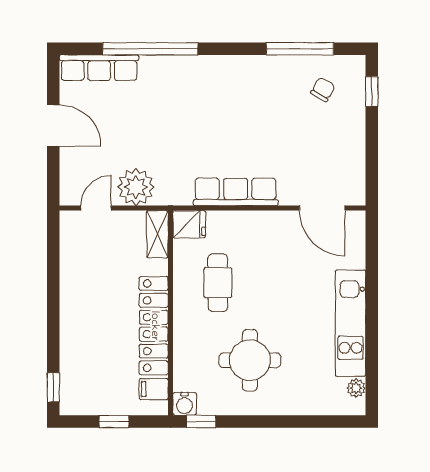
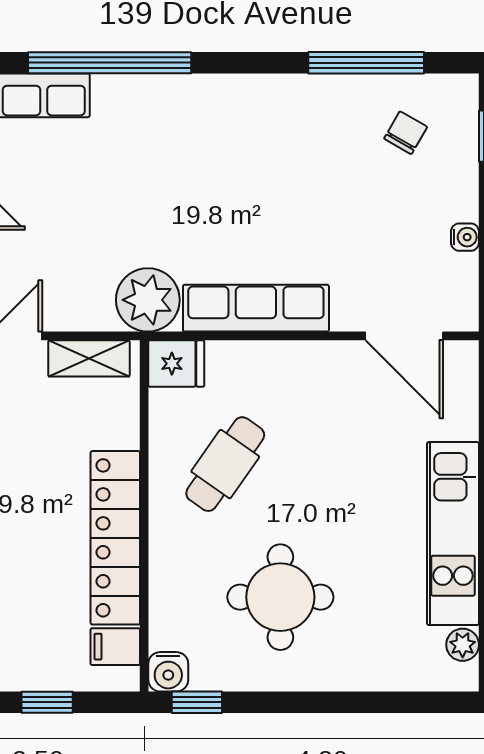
water cooler: (357, 150) -> (465, 237), added
plant: (136, 187) -> (148, 300), moved
shelving: (157, 234) -> (89, 358), moved, turned 90
cafe table: (218, 283) -> (225, 464), turned 35

